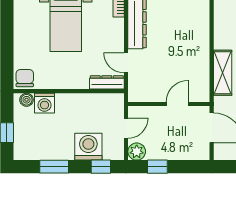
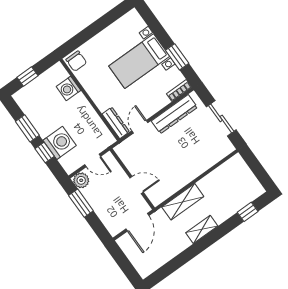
chair: (25, 78) -> (76, 61), turned 90
boiler: (27, 100) -> (62, 74), removed
window: (101, 167) -> (45, 152), moved
window: (157, 167) -> (81, 203), width x1.50

